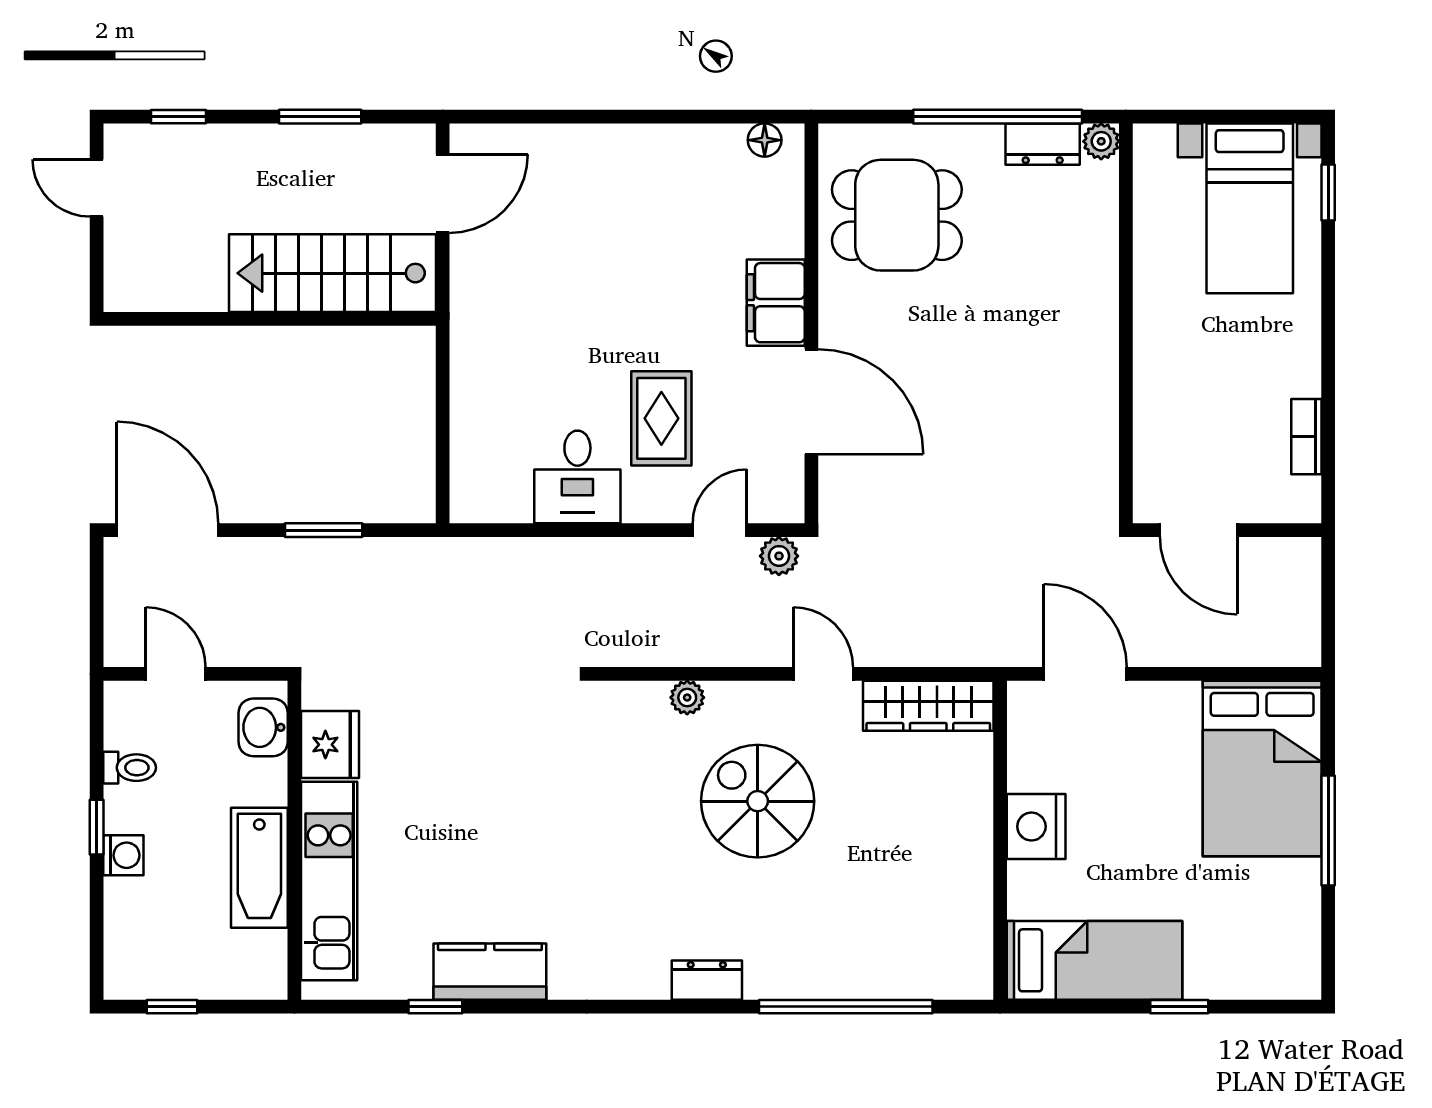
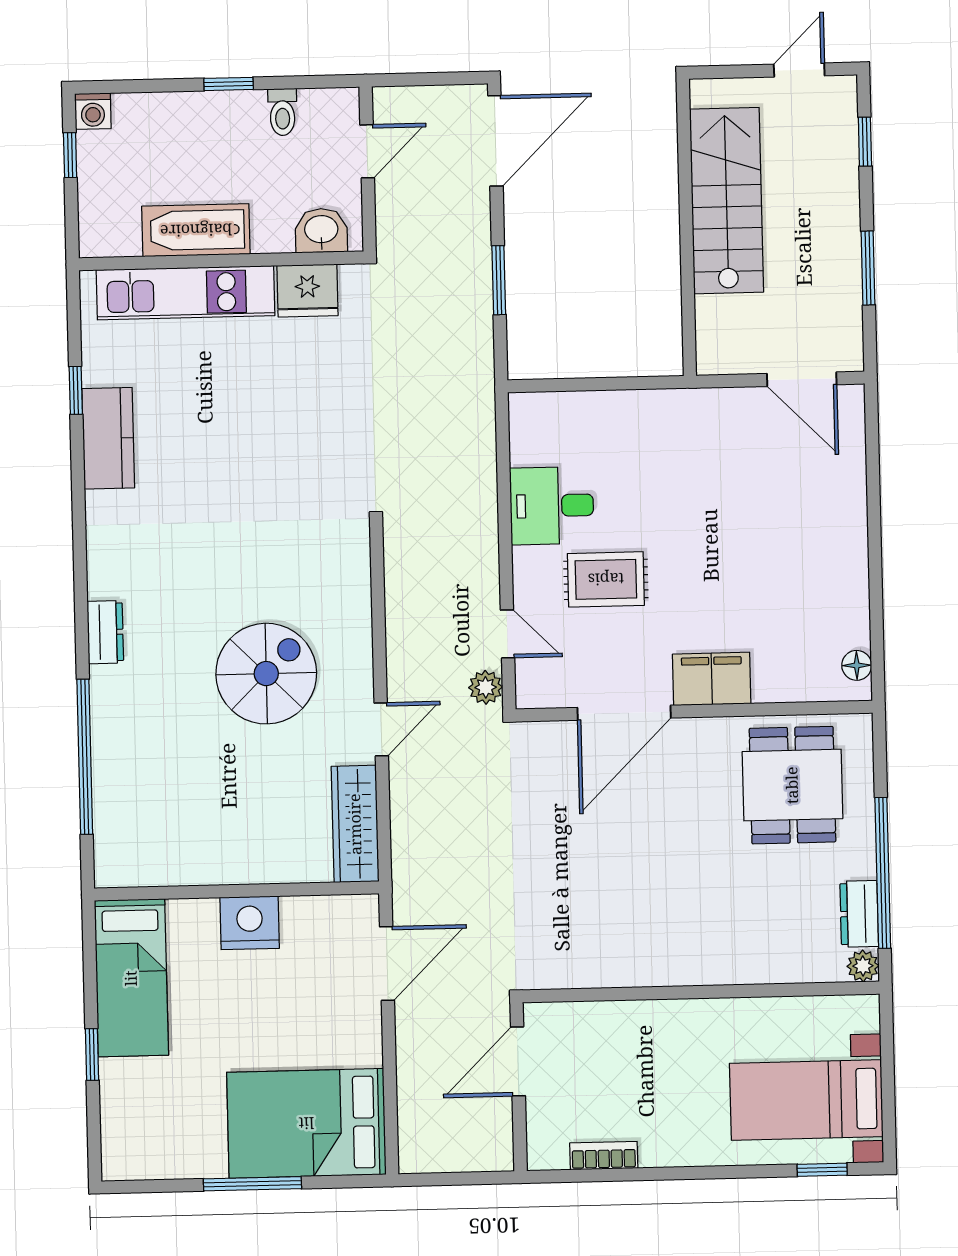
stairs: (333, 273) -> (727, 201), moved
plant: (687, 698) -> (357, 608), removed
washing machine: (123, 855) -> (93, 111), moved

